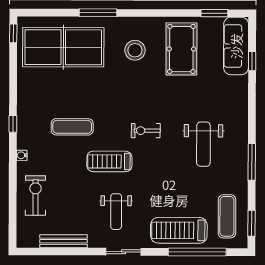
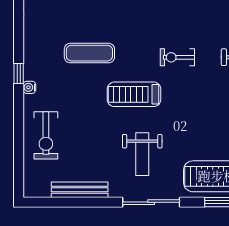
window: (13, 124) -> (19, 74), moved
exercise bike: (35, 196) -> (46, 135), turned 180
sliding door: (123, 252) -> (151, 202), width x1.37

